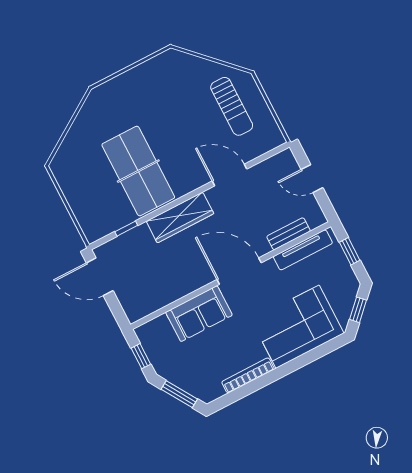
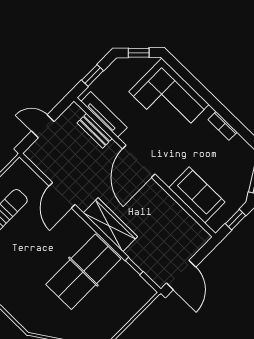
door: (312, 179) -> (43, 126), swing flipped
sofa: (199, 314) -> (197, 195), moved
bookcase: (248, 375) -> (223, 126), width x0.64

